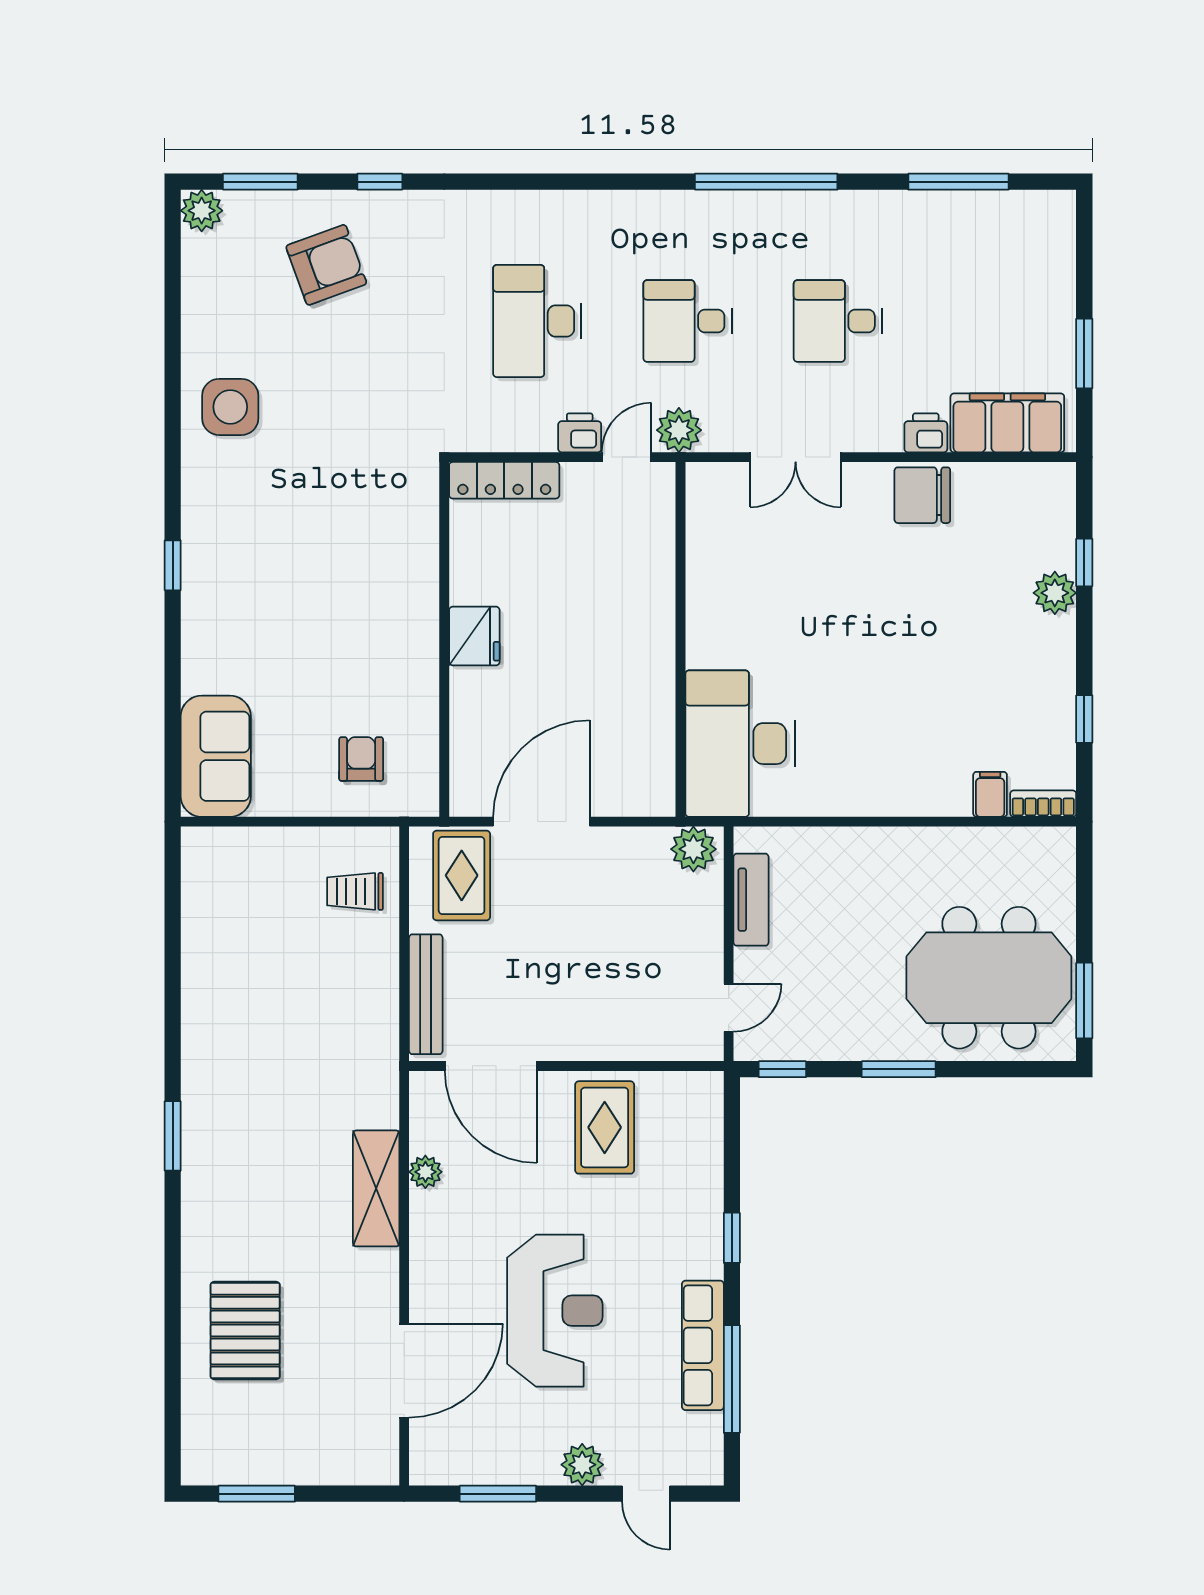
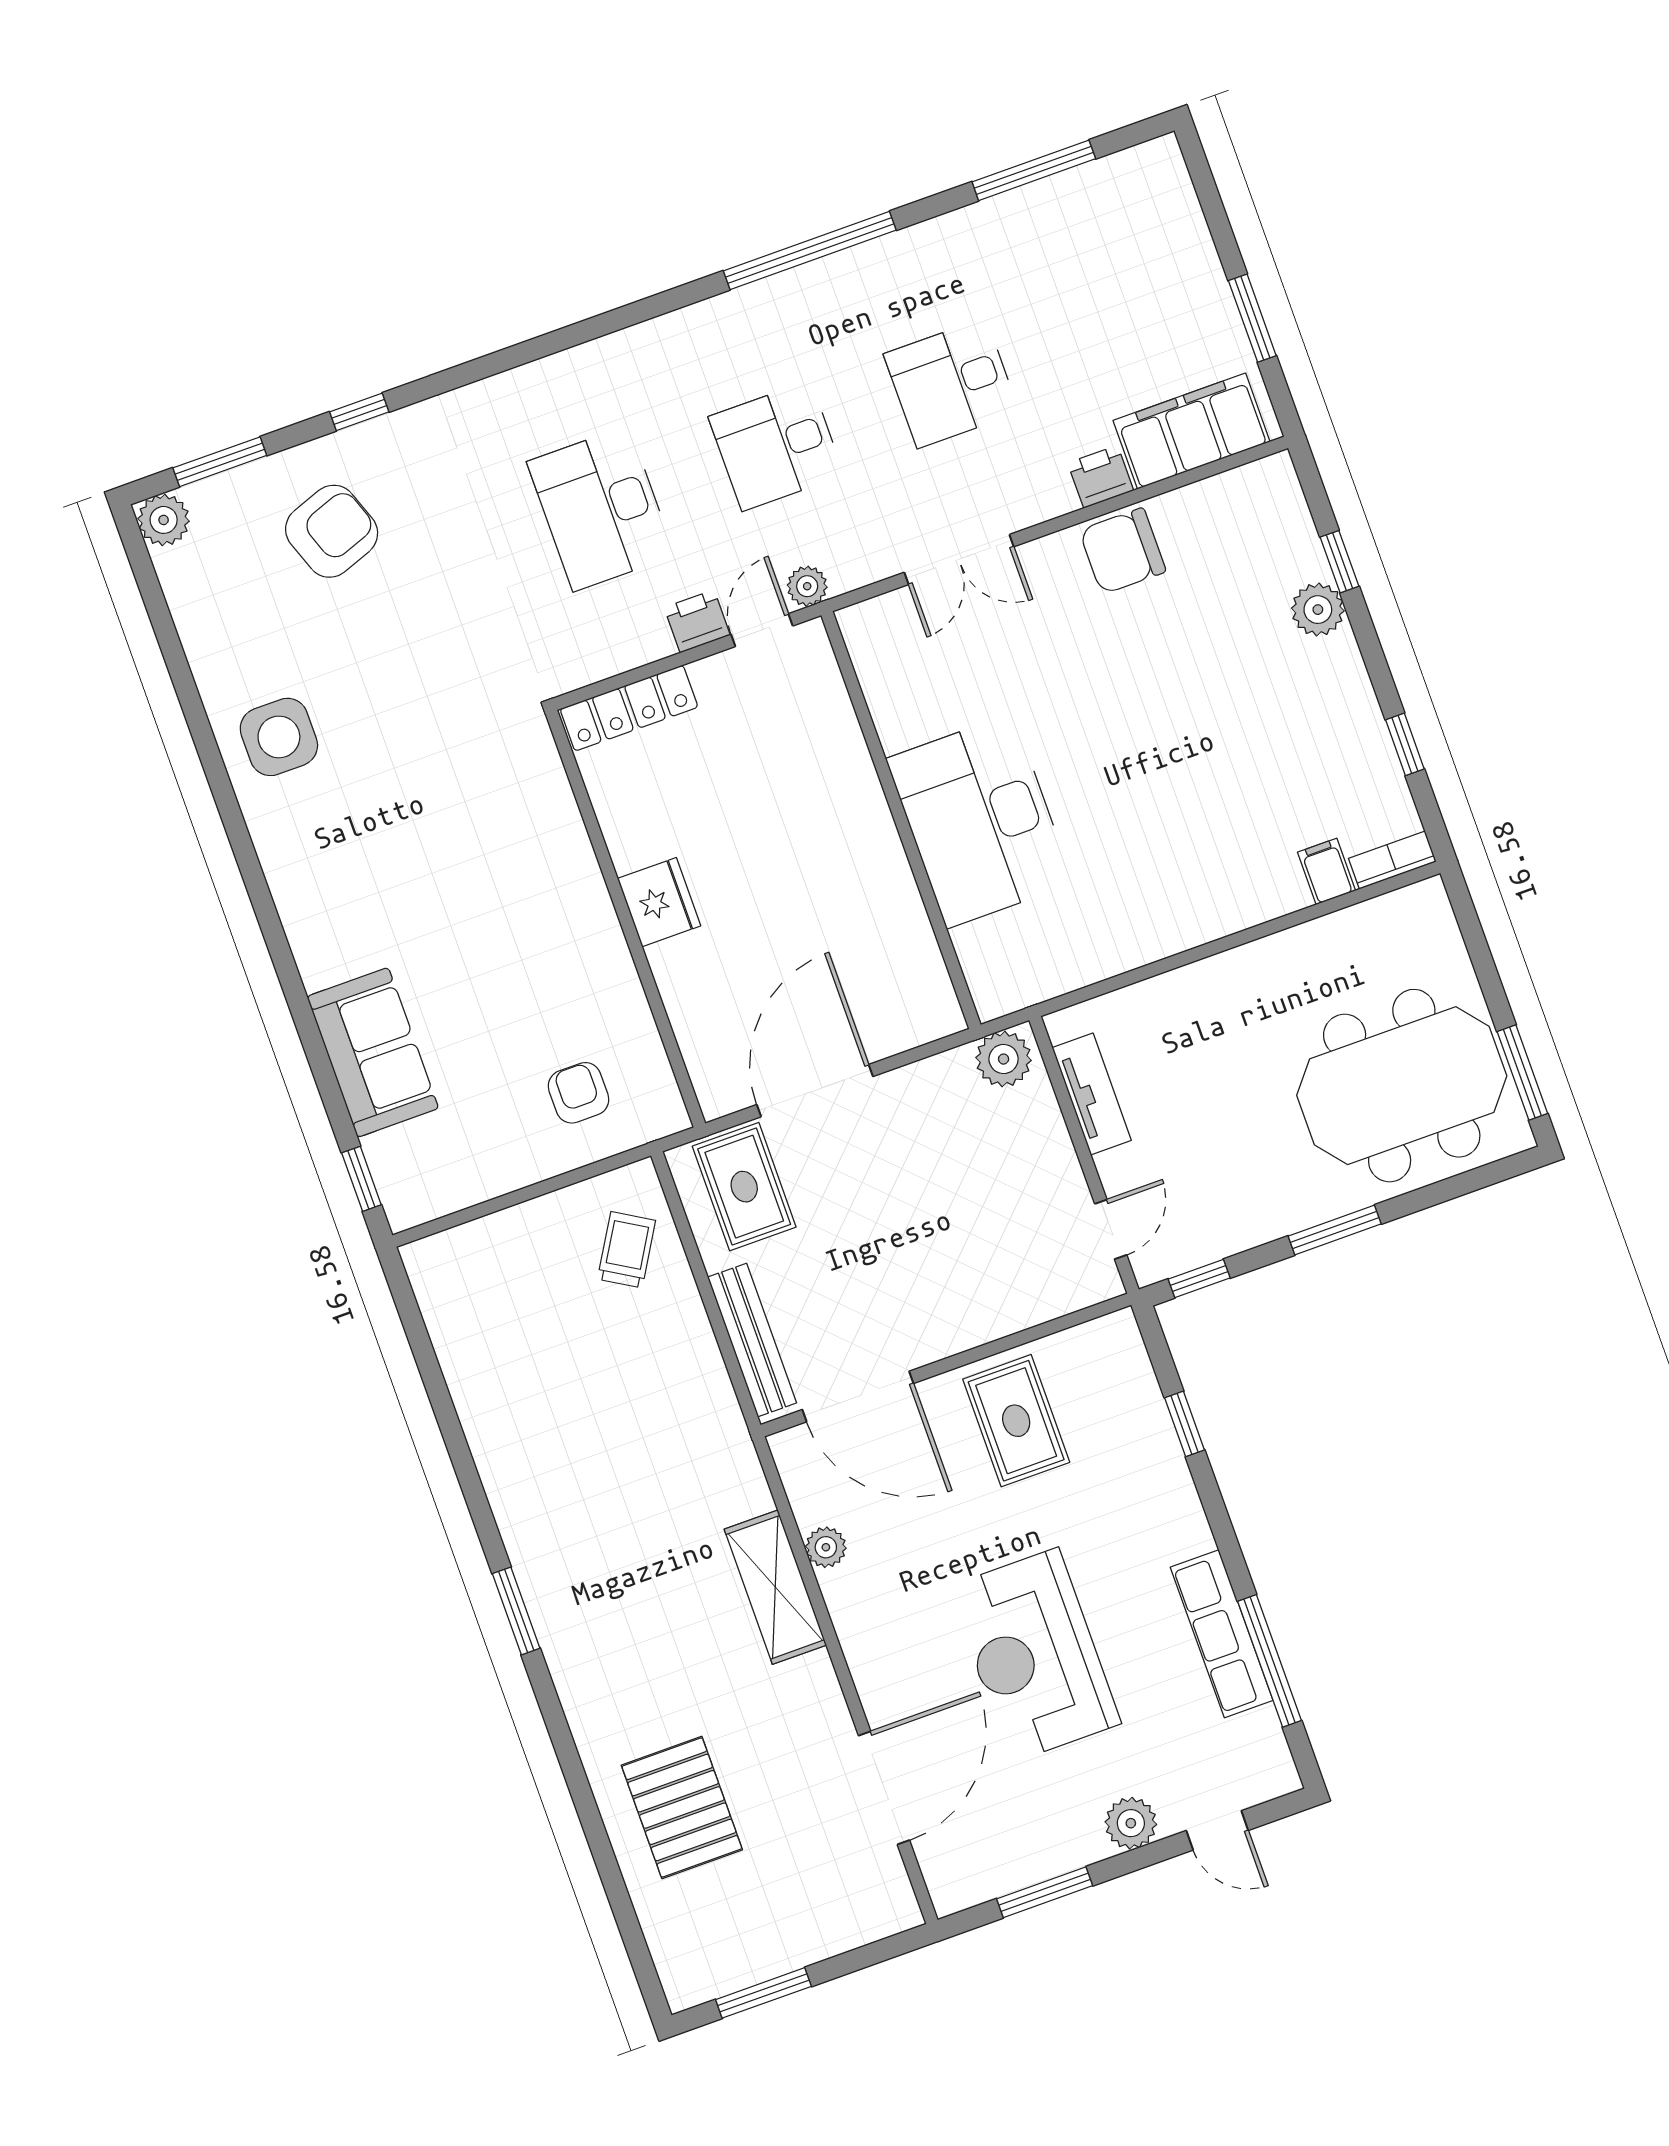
plant: (679, 430) -> (807, 586), width x0.73, depth x0.73
window: (173, 565) -> (361, 1179), moved
desk: (740, 744) -> (980, 821), moved
sofa: (216, 756) -> (373, 1052), moved
trolley: (355, 891) -> (627, 1250), turned 121
window: (732, 1238) -> (1185, 1424), moved
reception desk: (555, 1311) -> (1035, 1655), turned 180

